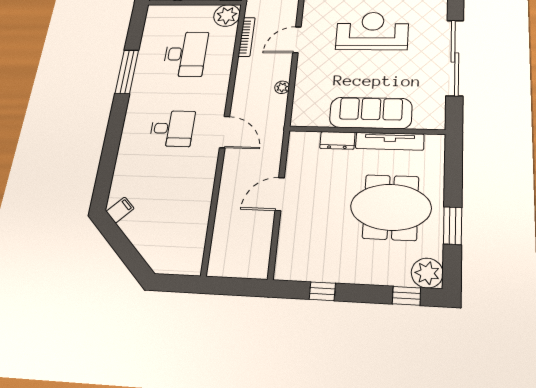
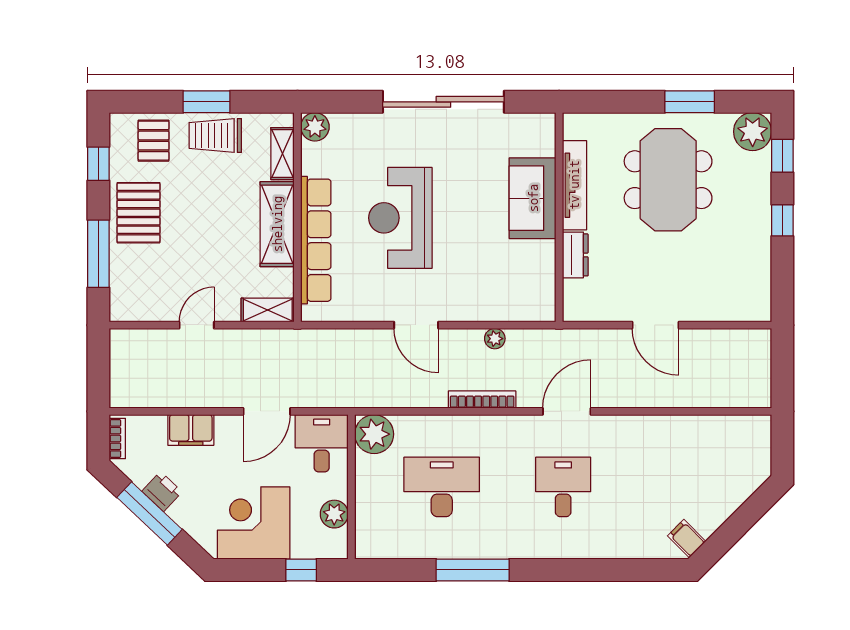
bookcase: (247, 37) -> (482, 400), moved
sofa: (371, 113) -> (533, 198), width x0.73
window: (322, 291) -> (782, 220), moved

